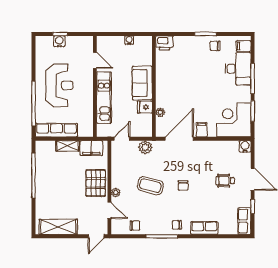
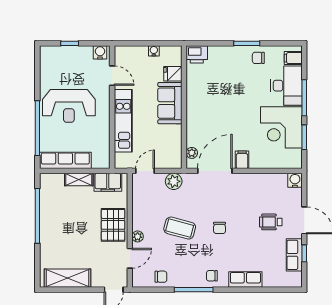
water cooler: (59, 41) -> (100, 52), moved
reception desk: (59, 85) -> (69, 106), turned 90
fridge: (145, 107) -> (173, 74), moved
plant: (160, 112) -> (192, 153), moved
corner desk: (234, 120) -> (281, 127), moved, turned -90
door: (109, 210) -> (130, 258), hinge flipped
row of seats: (244, 221) -> (294, 255), moved

